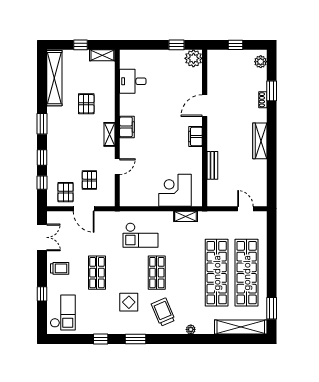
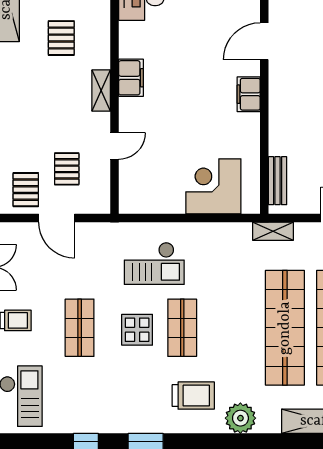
bench: (212, 165) -> (278, 181), moved
shelving: (186, 216) -> (273, 231), moved
display table: (129, 302) -> (137, 330), moved
trolley: (163, 312) -> (193, 396), turned 113
plant: (191, 329) -> (240, 418), width x1.88, depth x1.88

